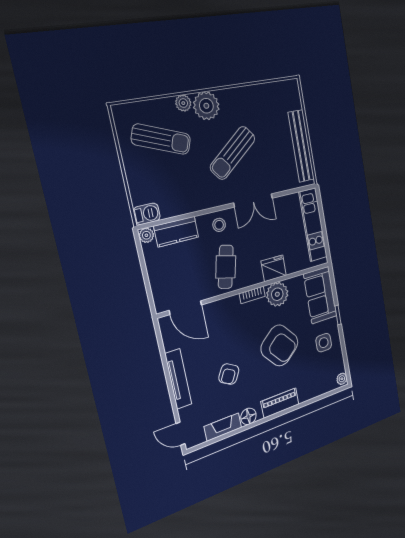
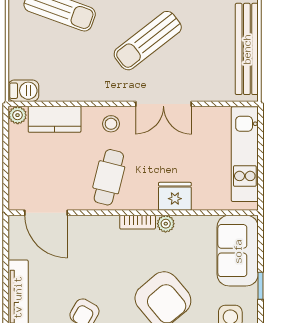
plant: (277, 294) -> (166, 224), width x0.53, depth x0.53

